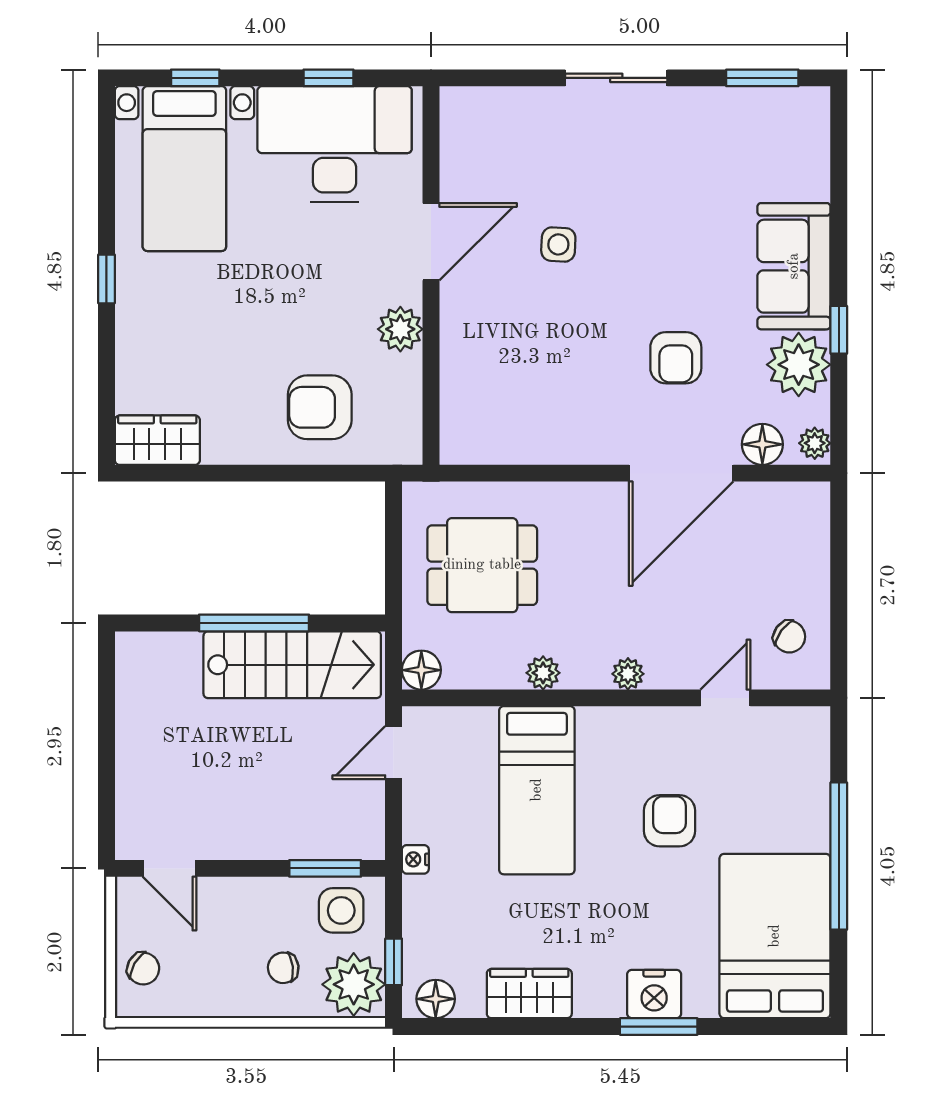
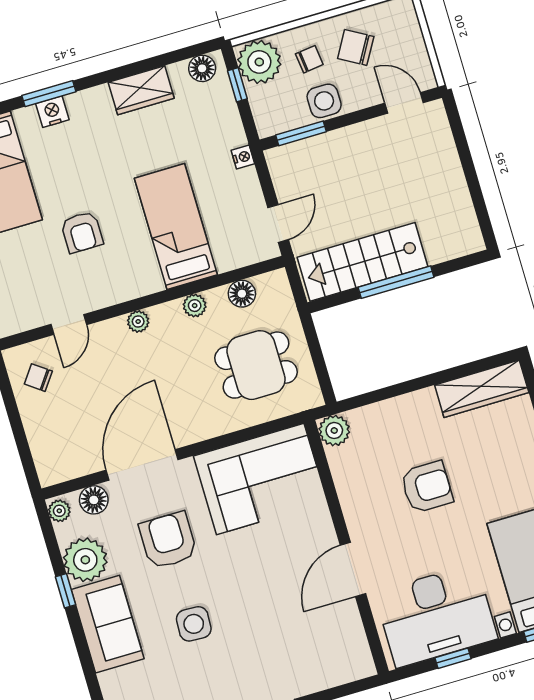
side table: (558, 244) -> (194, 624), moved, width x1.37, depth x1.37
plant: (400, 329) -> (334, 430), moved
armchair: (676, 358) -> (168, 540), width x1.38, depth x1.38
corner sofa: (523, 405) -> (260, 479), added
armchair: (320, 407) -> (427, 487), moved
wardrobe: (157, 440) -> (482, 389), width x1.50
floor lamp: (421, 670) -> (242, 294), moved
side table: (341, 910) -> (324, 101), moved
chair: (143, 969) -> (356, 47), moved, width x1.37, depth x1.37
nightstand: (654, 994) -> (52, 112), width x0.74, depth x0.75

